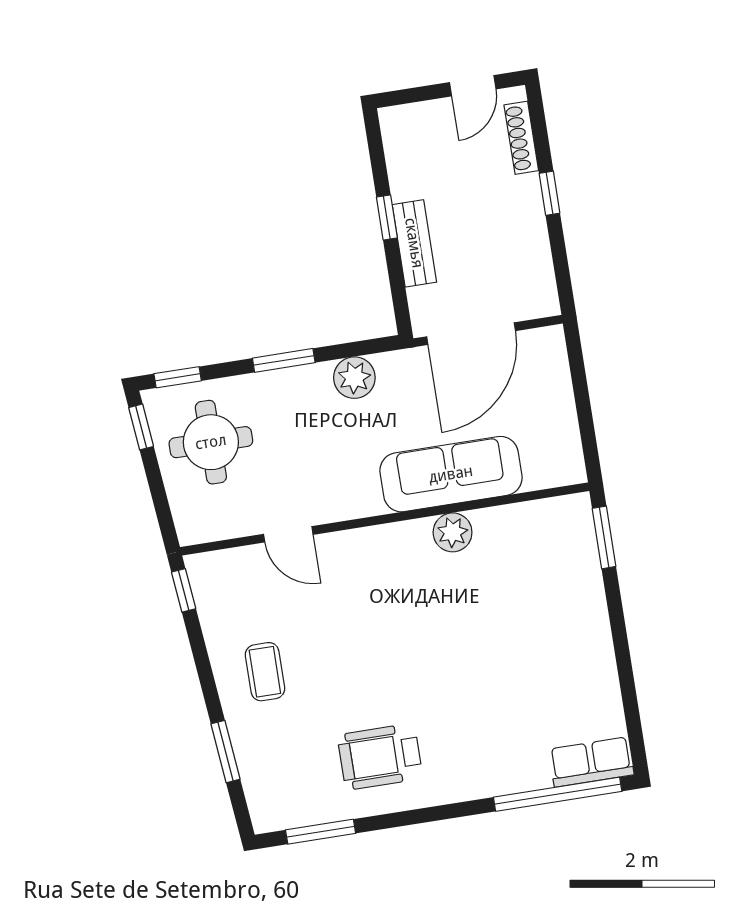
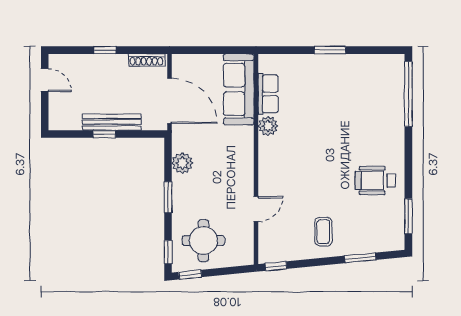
shoe rack: (521, 138) -> (146, 60), moved
bench: (414, 243) -> (112, 122), width x1.36
sofa: (451, 474) -> (239, 89), moved
window: (604, 537) -> (330, 50), moved
coffee table: (265, 672) -> (323, 232), turned 90
wheelchair: (380, 757) -> (375, 180), turned 90
row of seats: (591, 762) -> (268, 94), moved, turned 180

